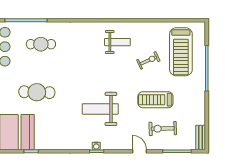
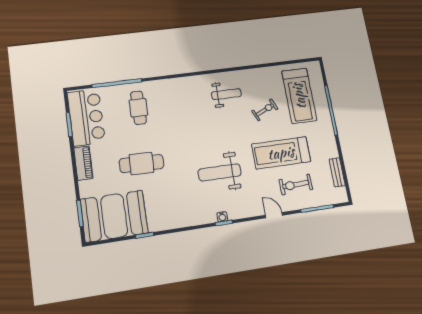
cafe table: (41, 44) -> (138, 108), turned 90
treadmill: (155, 100) -> (281, 153), width x1.37, depth x1.38
bench: (201, 137) -> (337, 172), moved

